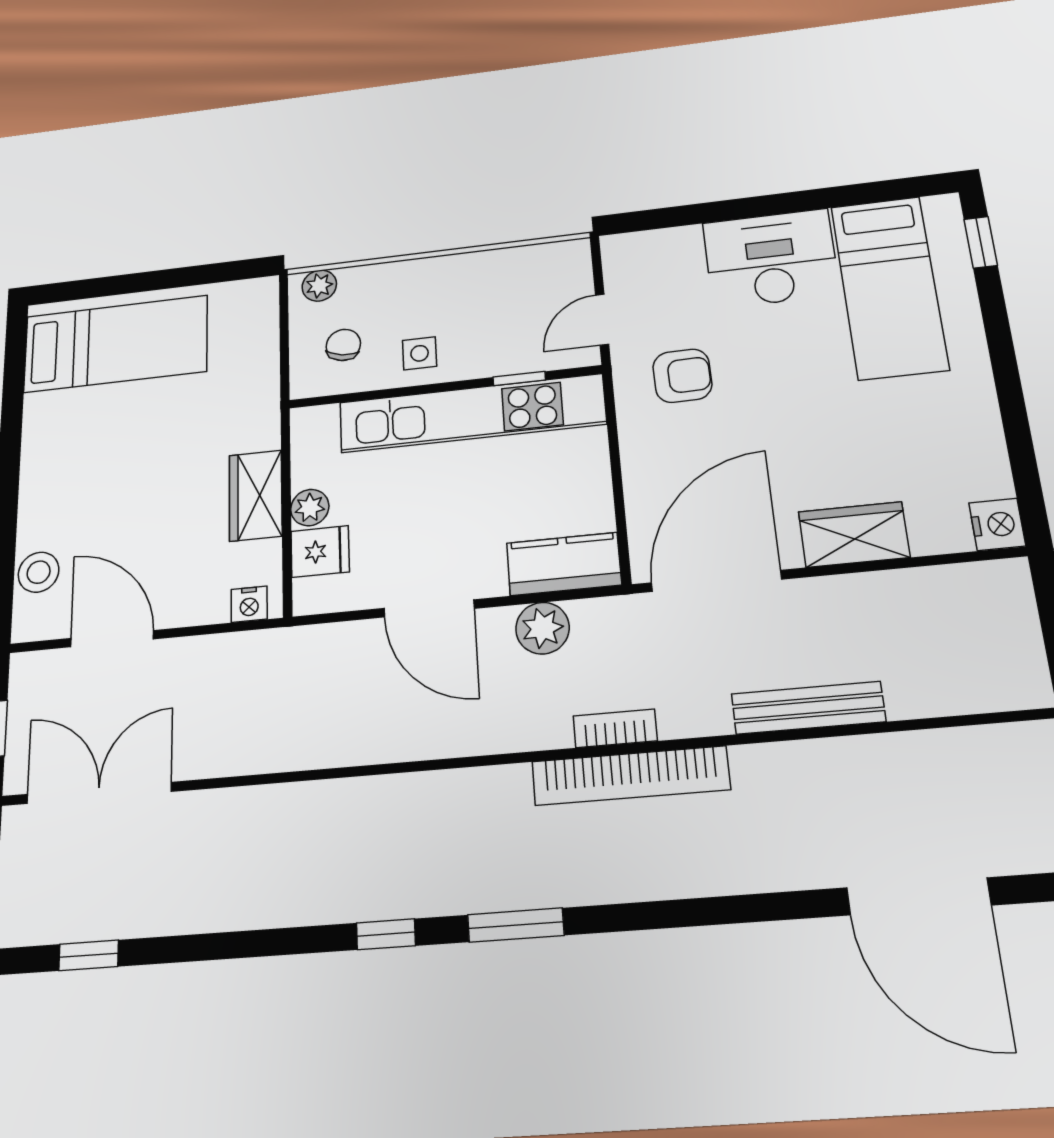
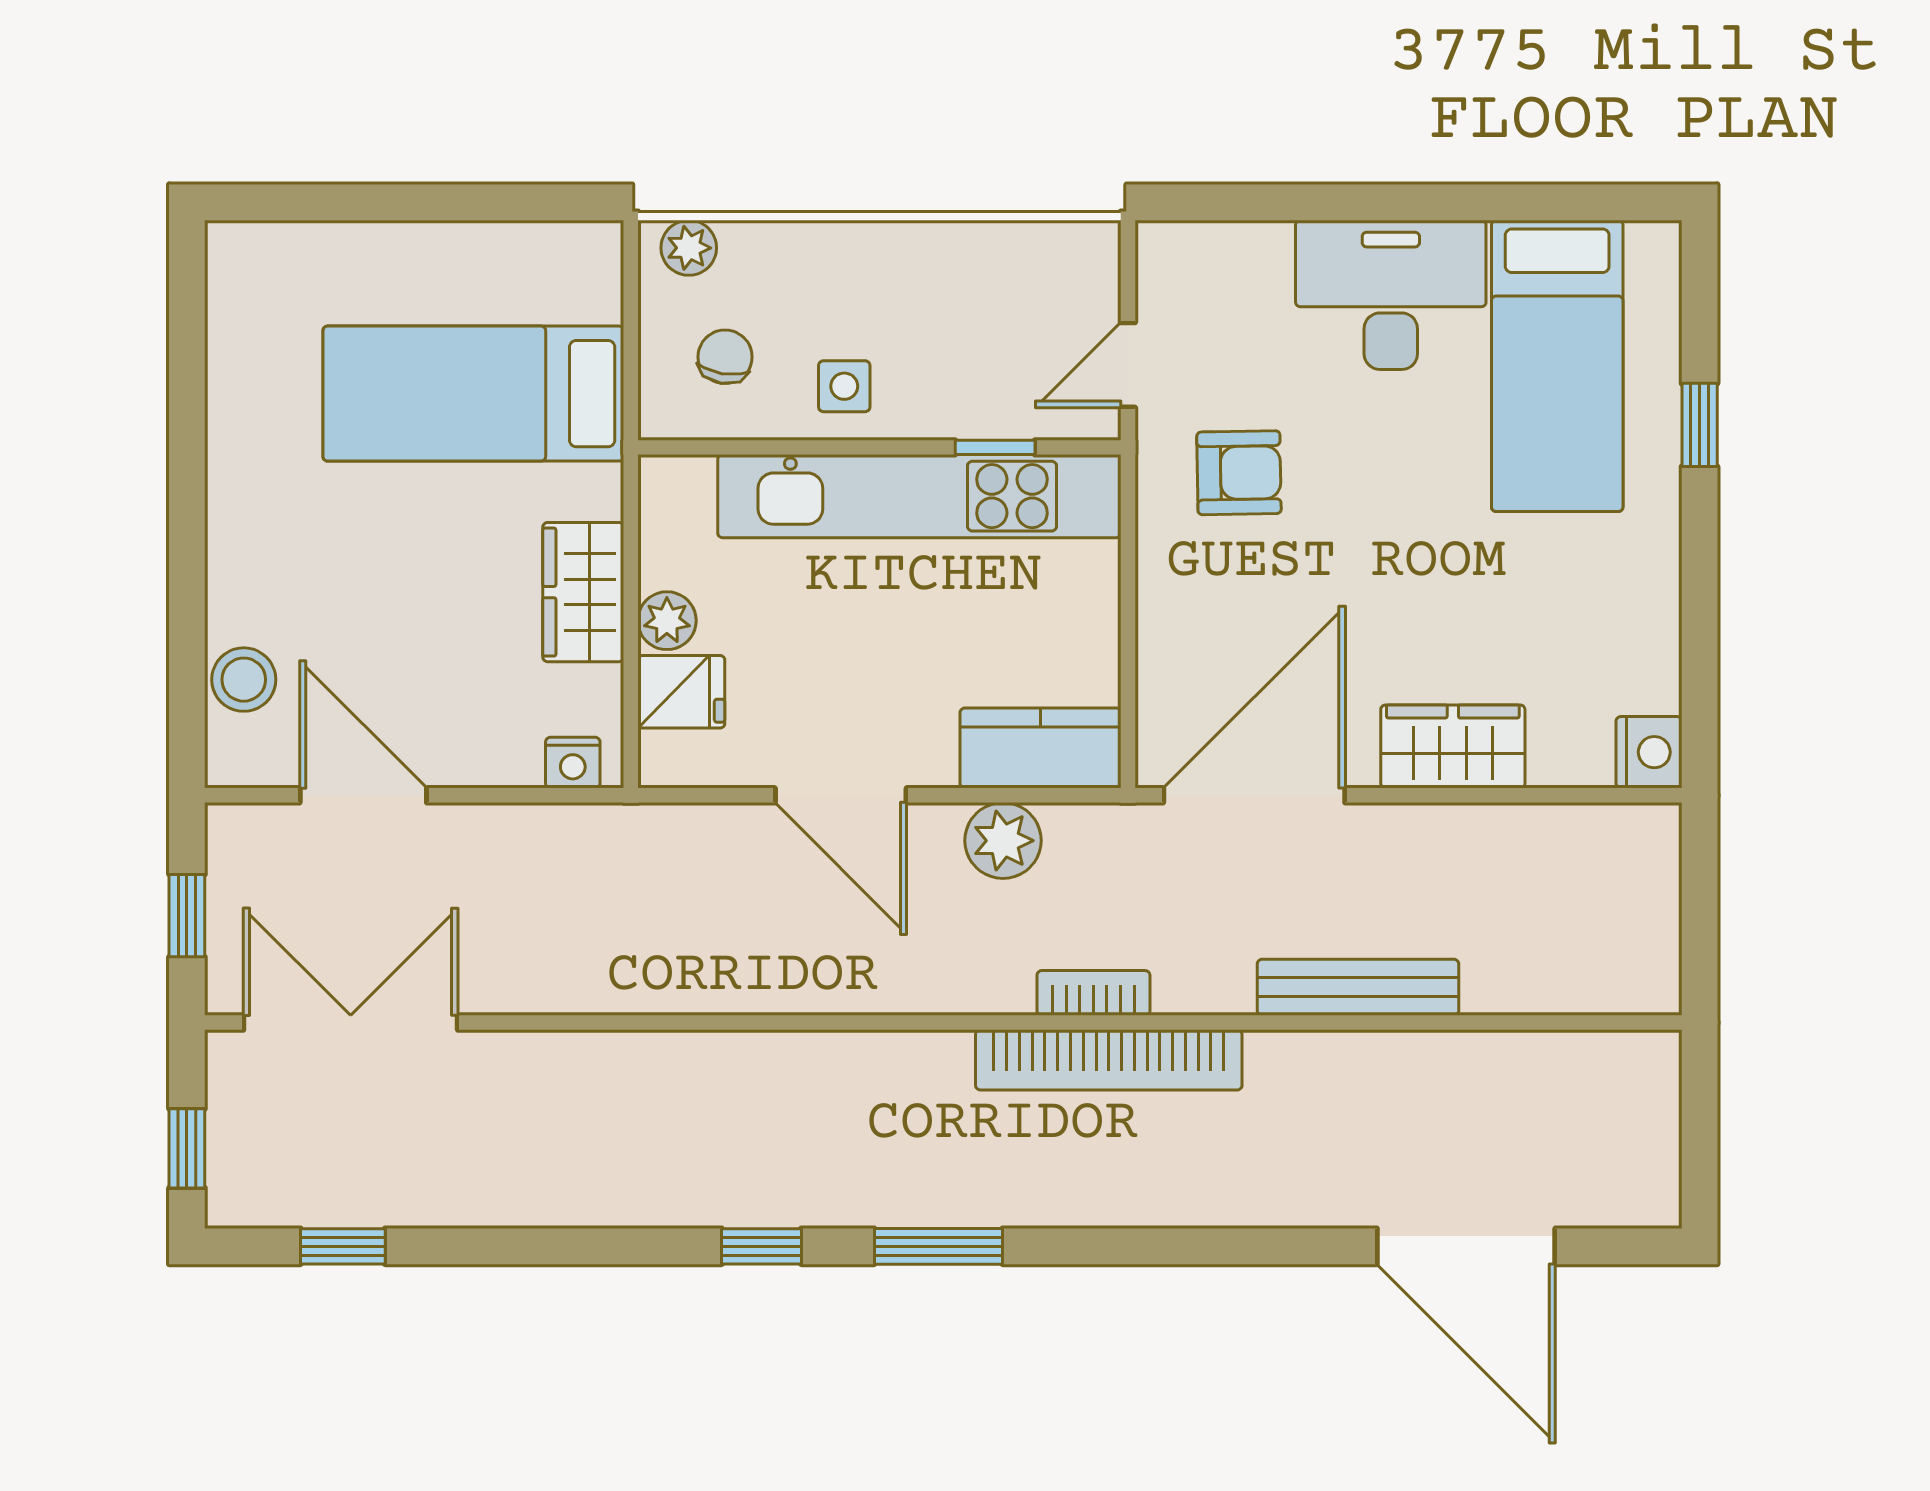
window: (981, 242) -> (1700, 425), moved
bed: (116, 344) -> (473, 394), moved, turned 180

